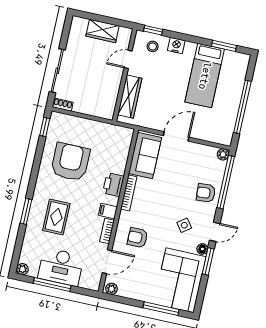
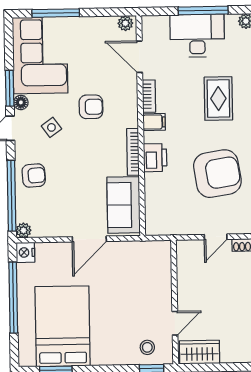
wardrobe: (103, 31) -> (200, 352), moved
nightstand: (176, 45) -> (25, 252), moved, turned 90
bed: (205, 76) -> (63, 326), width x1.50
wardrobe: (130, 96) -> (161, 276), removed
door: (83, 116) -> (216, 237), added
armchair: (70, 162) -> (217, 174), turned -99
armchair: (138, 238) -> (91, 107), moved
door: (107, 262) -> (139, 57), hinge flipped

